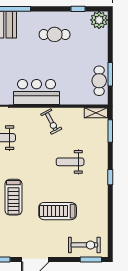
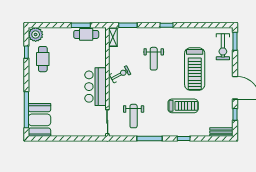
cafe table: (55, 34) -> (43, 59), moved
treadmill: (58, 211) -> (195, 69), width x1.37, depth x1.38
exercise bike: (84, 245) -> (223, 47), turned 180

